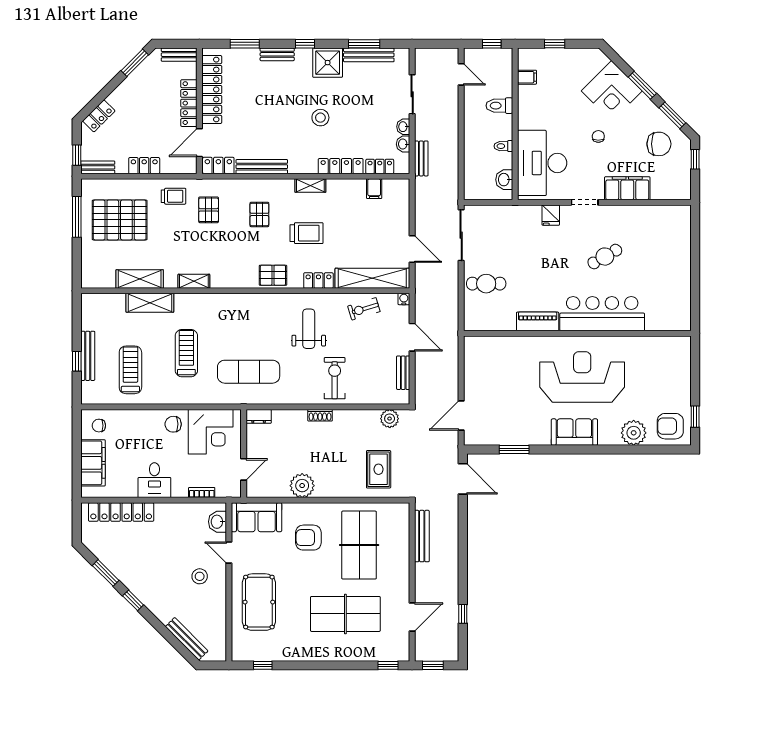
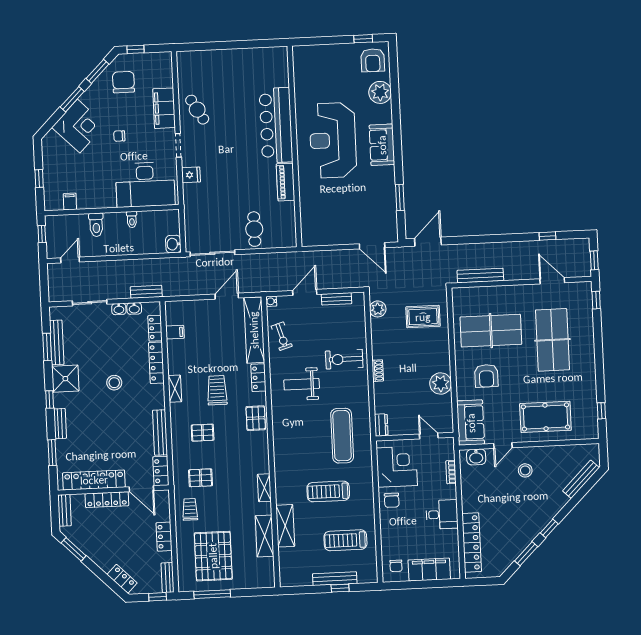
washbasin: (504, 180) -> (173, 244), moved, turned 90
cafe table: (605, 257) -> (197, 110), moved

